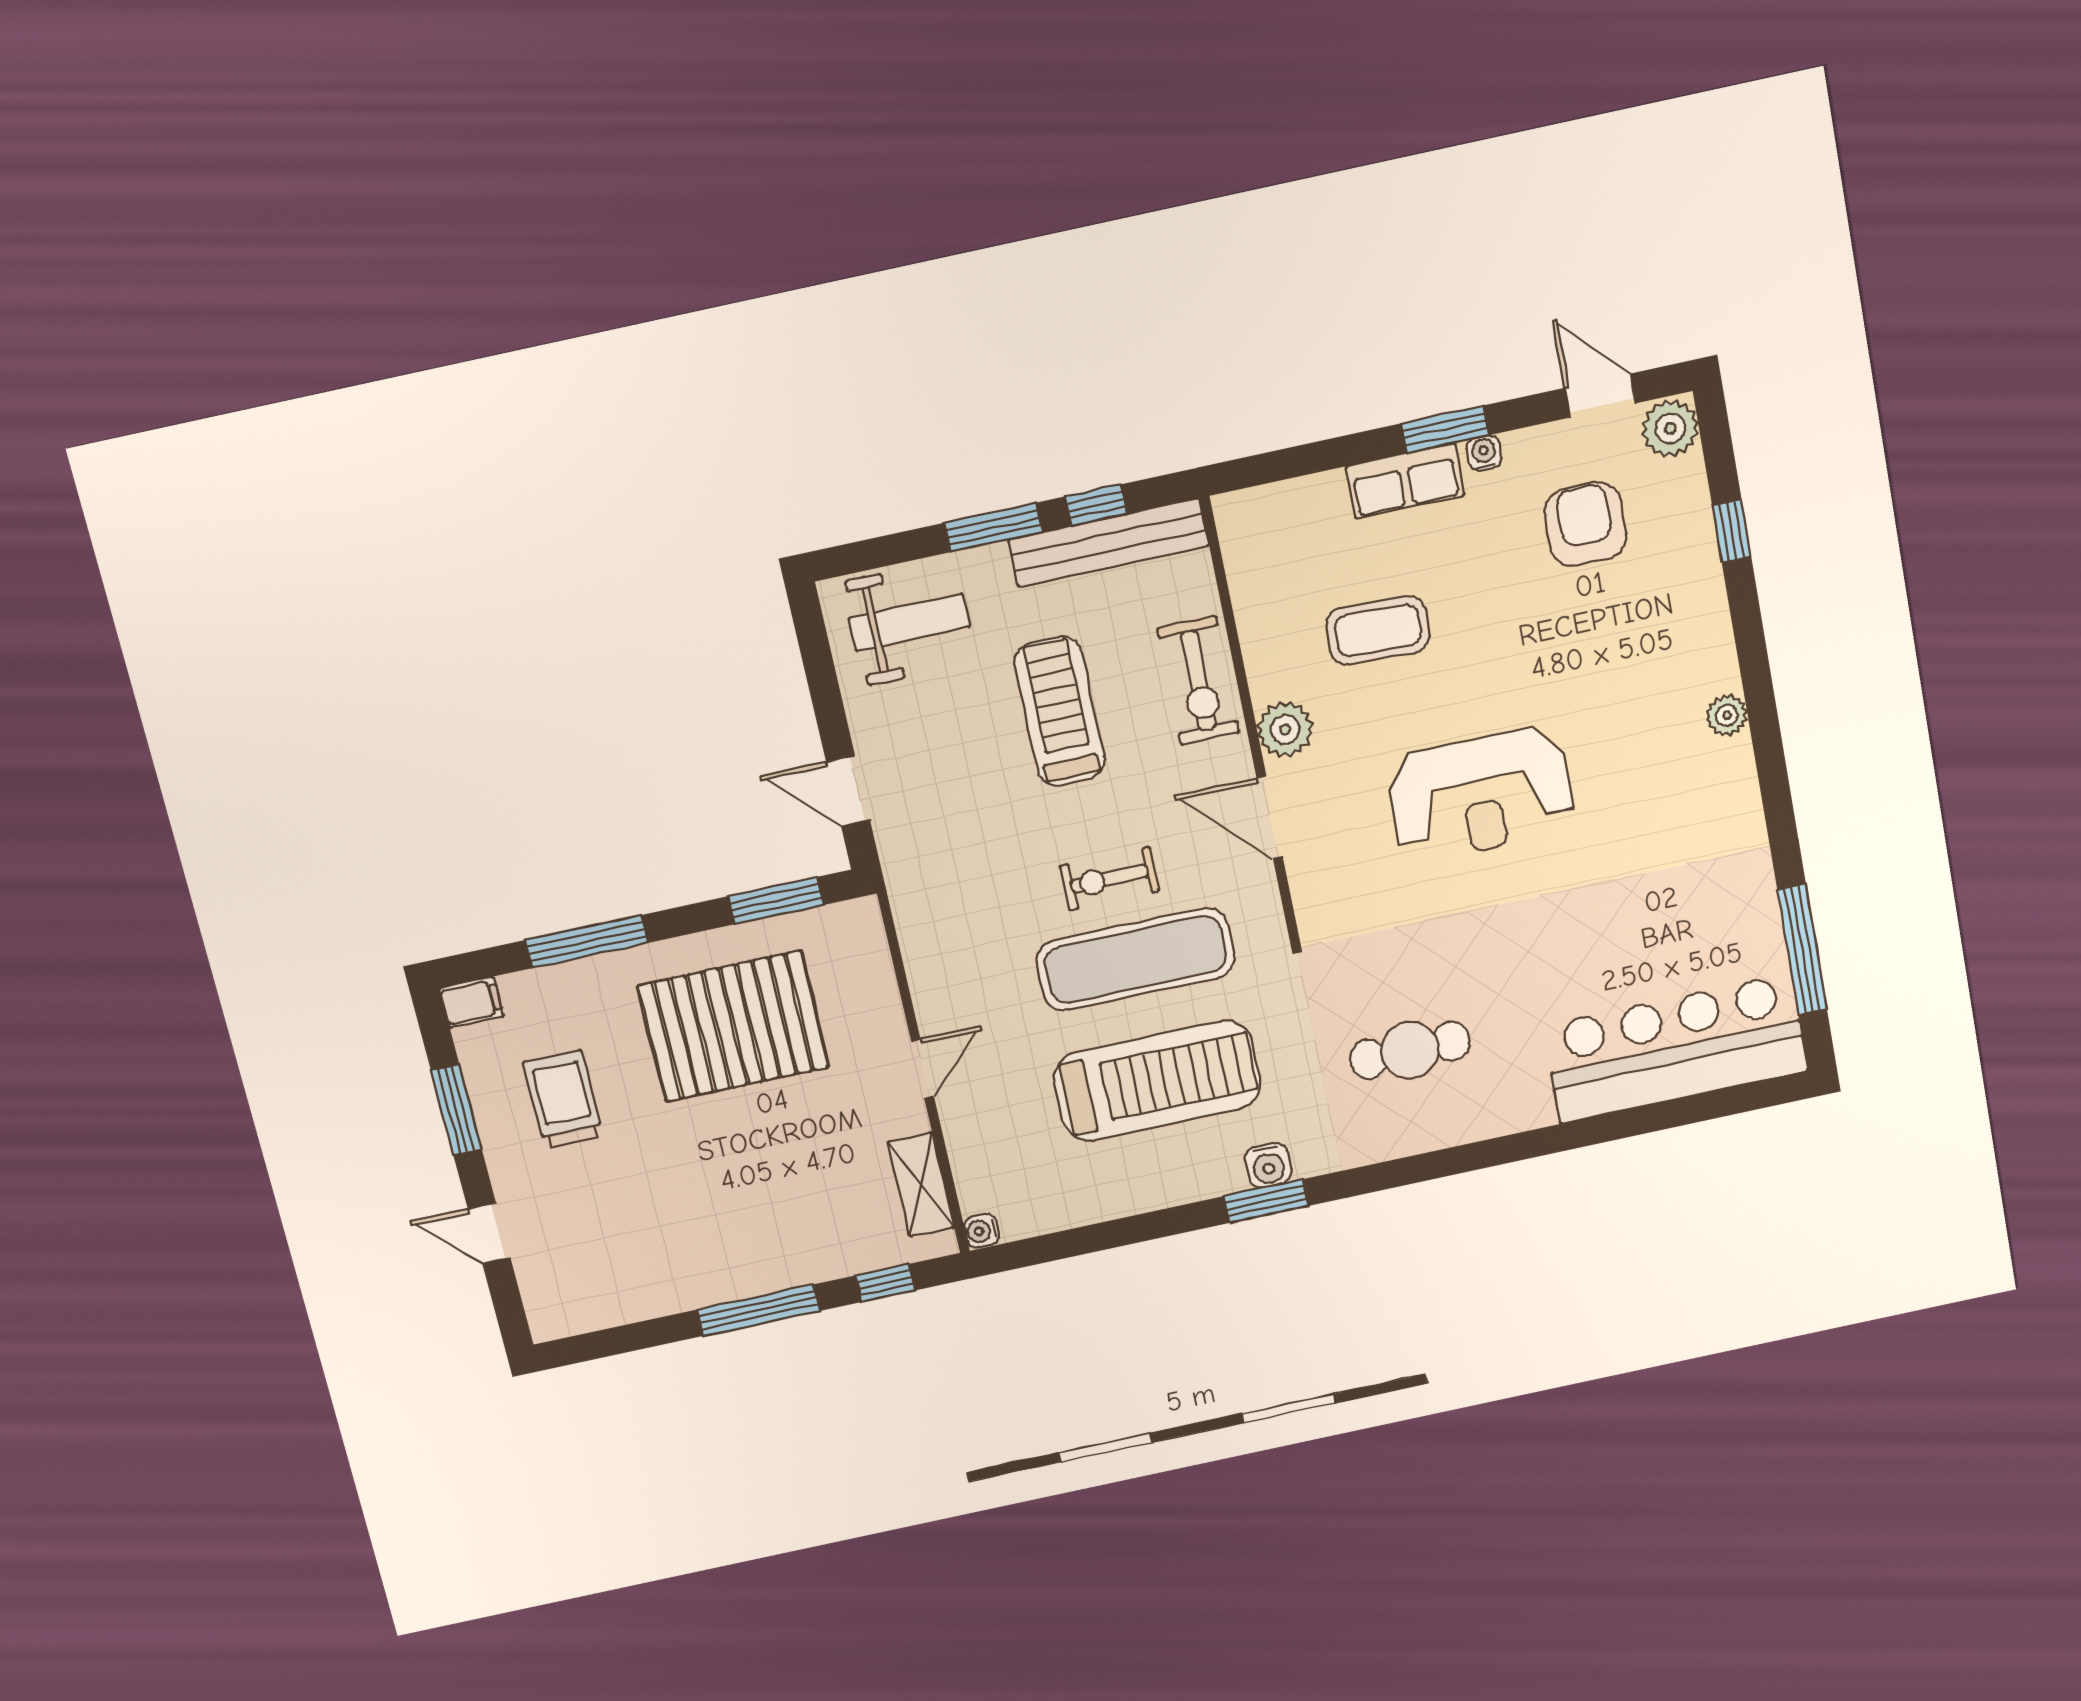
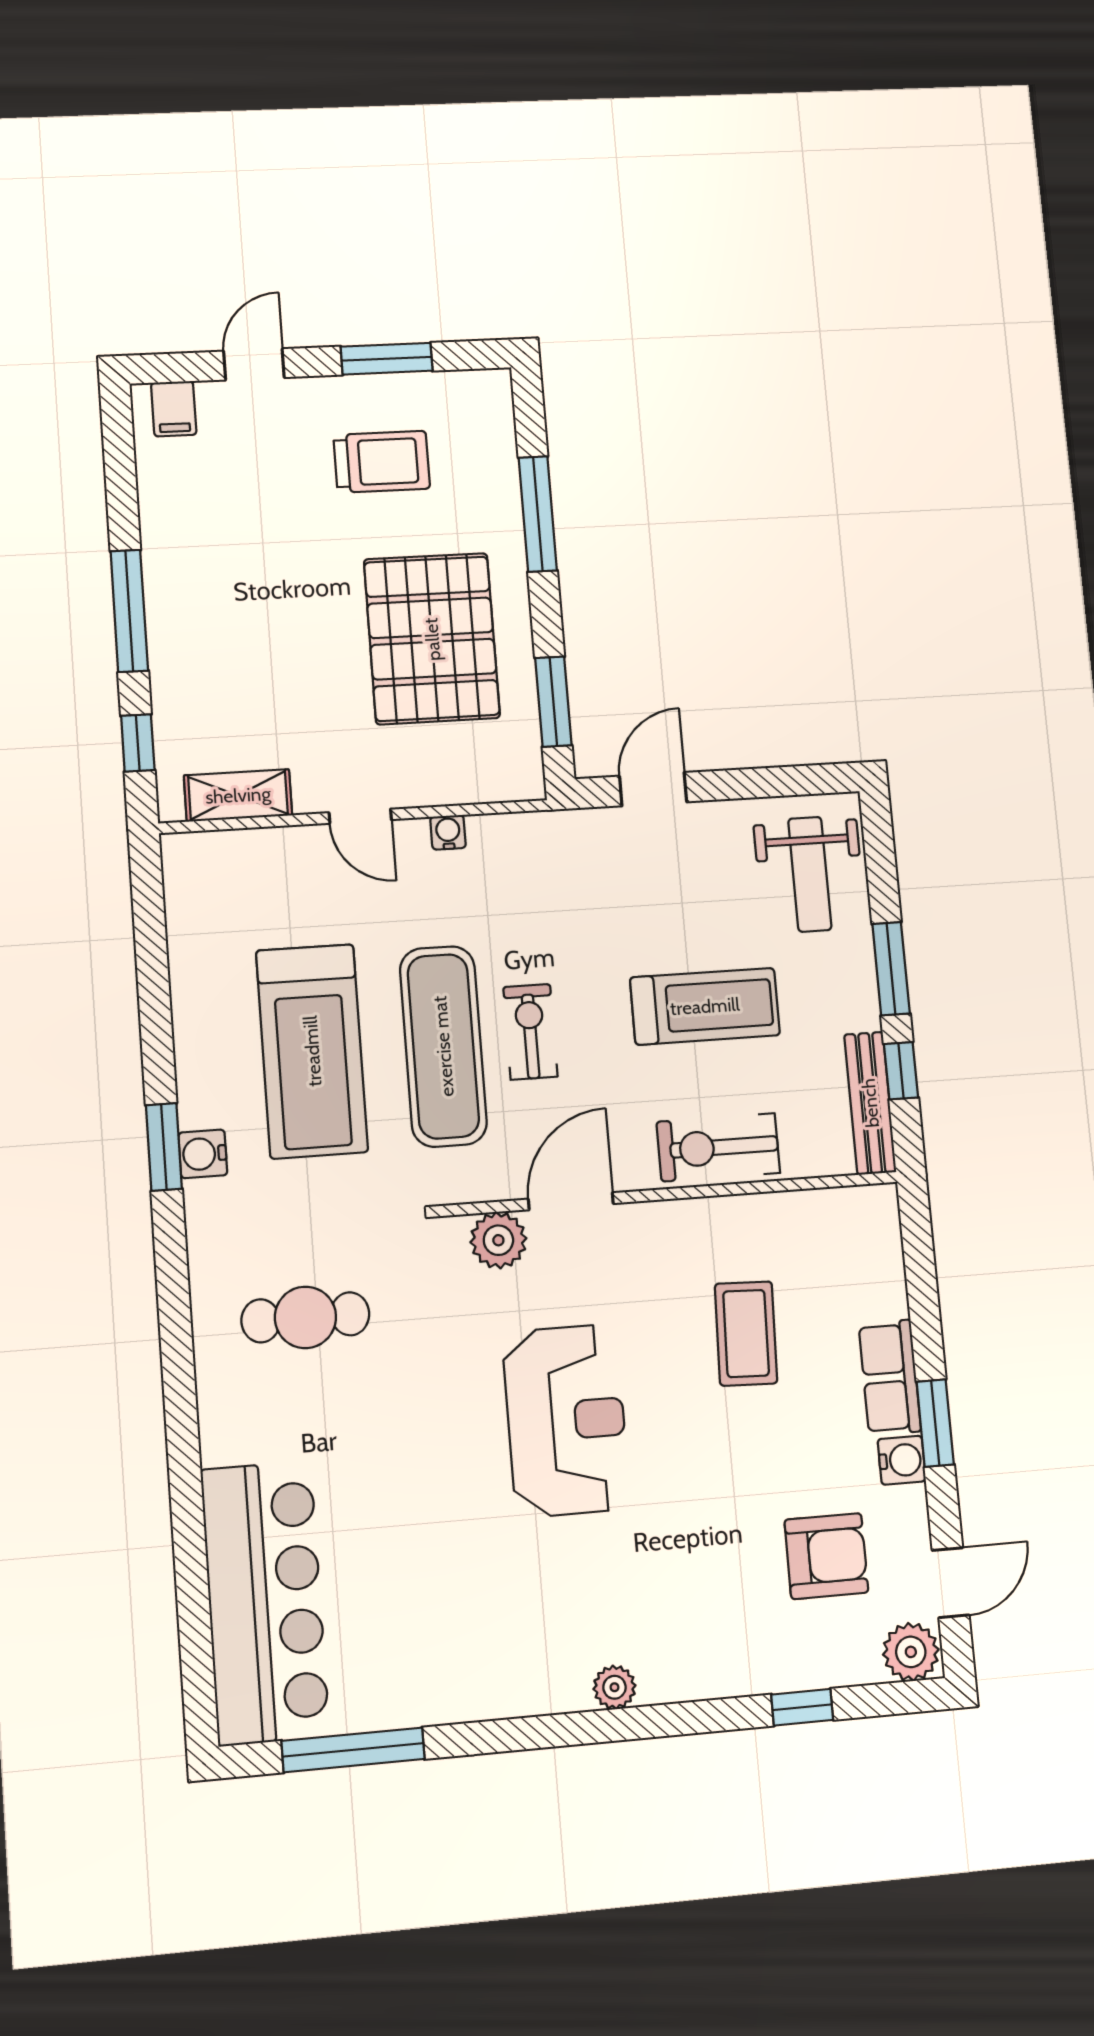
water cooler: (1484, 453) -> (902, 1460), width x1.38, depth x1.38
bench: (1109, 543) -> (870, 1103), width x0.73, depth x0.82
plant: (1285, 729) -> (498, 1240), moved
reception desk: (1480, 794) -> (566, 1420), turned 180
filing cabinet: (472, 1002) -> (174, 409), moved
cafe table: (1410, 1050) -> (305, 1317), turned 90
water cooler: (982, 1231) -> (448, 832), moved

